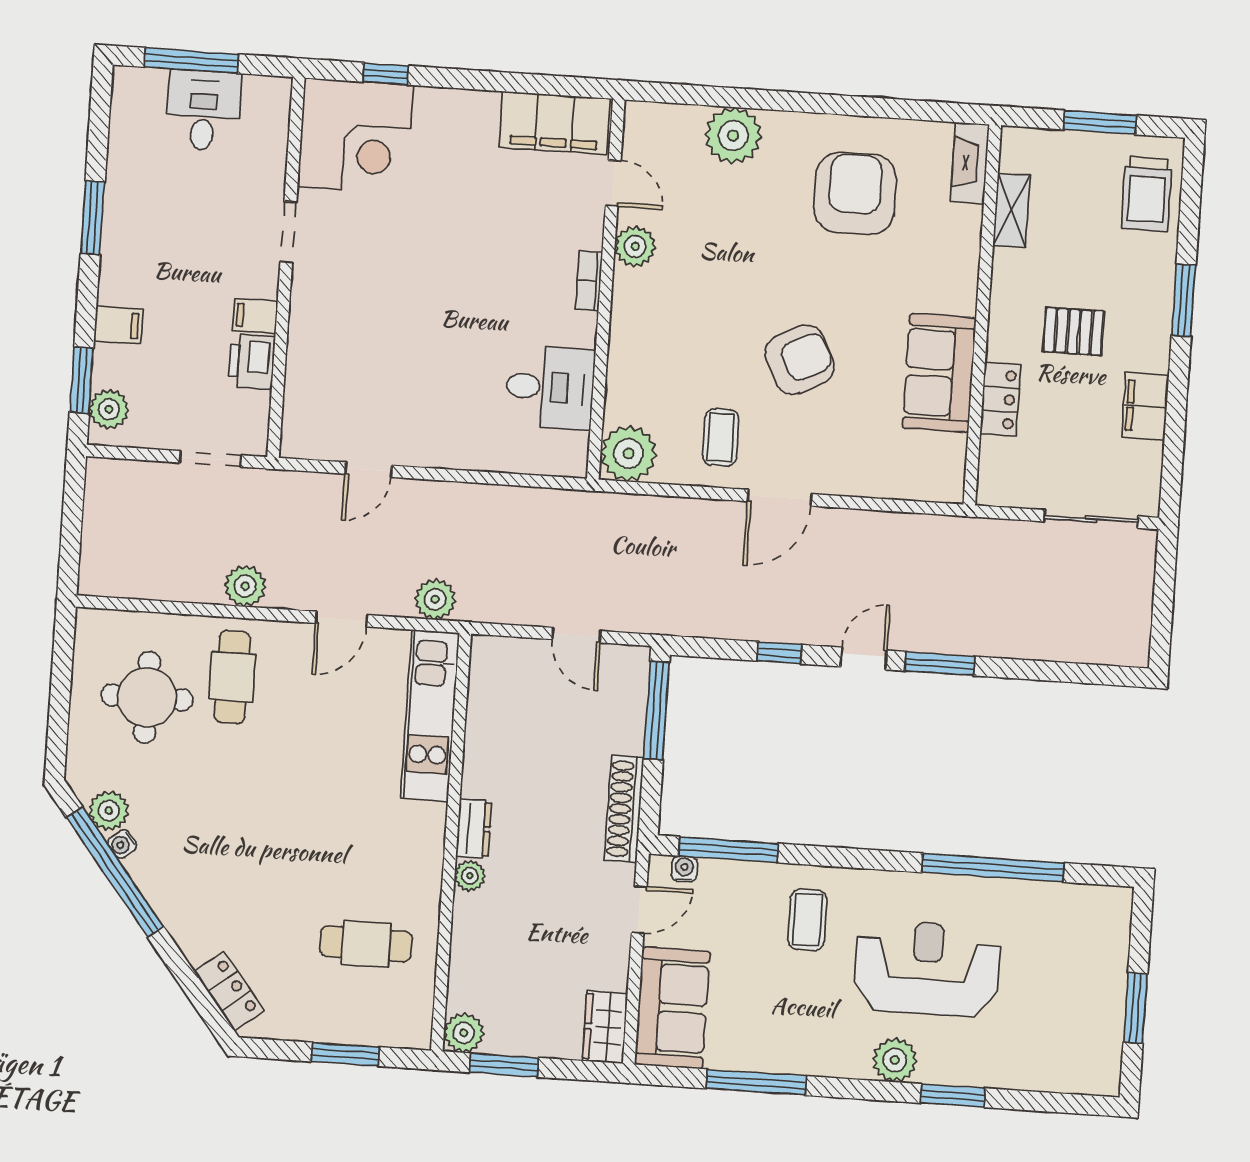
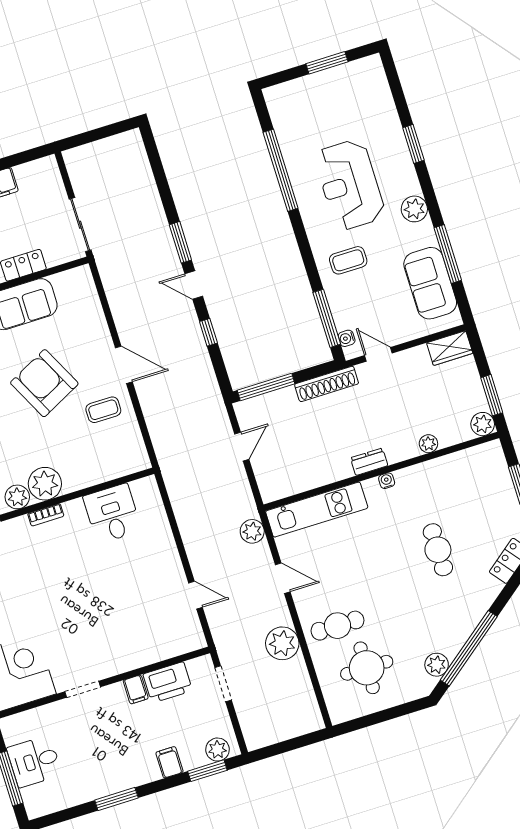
armchair: (800, 360) -> (44, 383), width x1.36, depth x1.36
printer: (252, 362) -> (168, 682), width x1.37, depth x1.19
plant: (628, 454) -> (45, 484), moved
sliding door: (1091, 519) -> (80, 225), moved
plant: (245, 586) -> (282, 643), width x1.36, depth x1.36
water cooler: (122, 844) -> (387, 481), moved, turned -142
plant: (470, 876) -> (428, 444), moved
cafe table: (366, 944) -> (438, 550), moved
sofa: (672, 1008) -> (430, 283), moved, turned -90
plant: (895, 1060) -> (414, 209), moved

